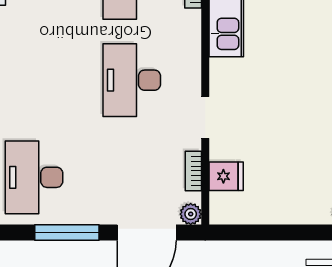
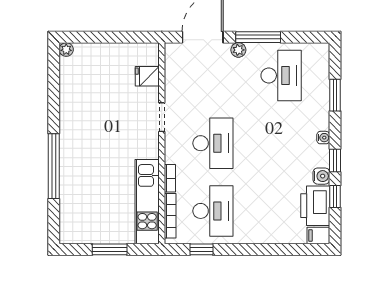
bookcase: (193, 171) -> (170, 178), moved
plant: (191, 214) -> (238, 50), moved

